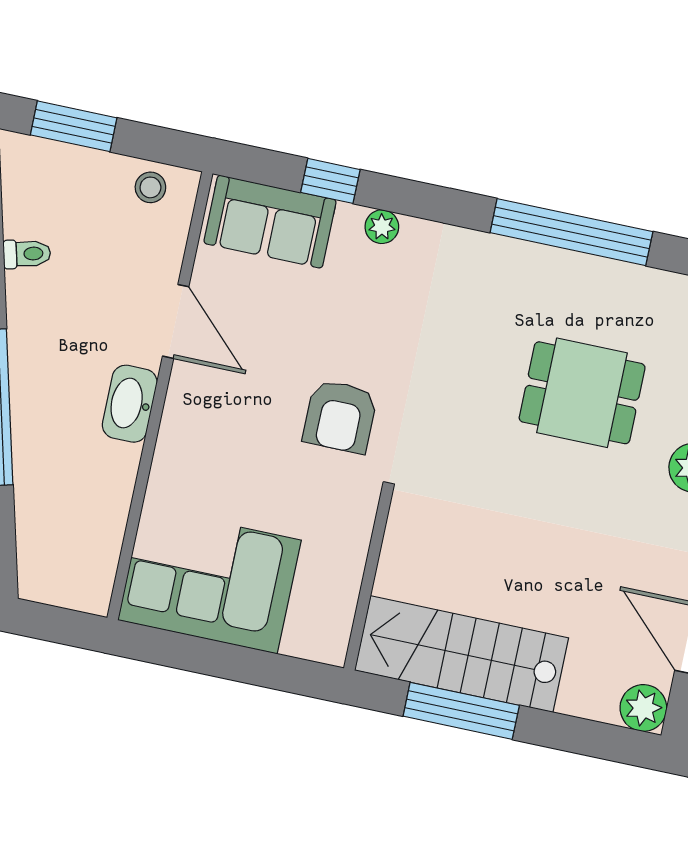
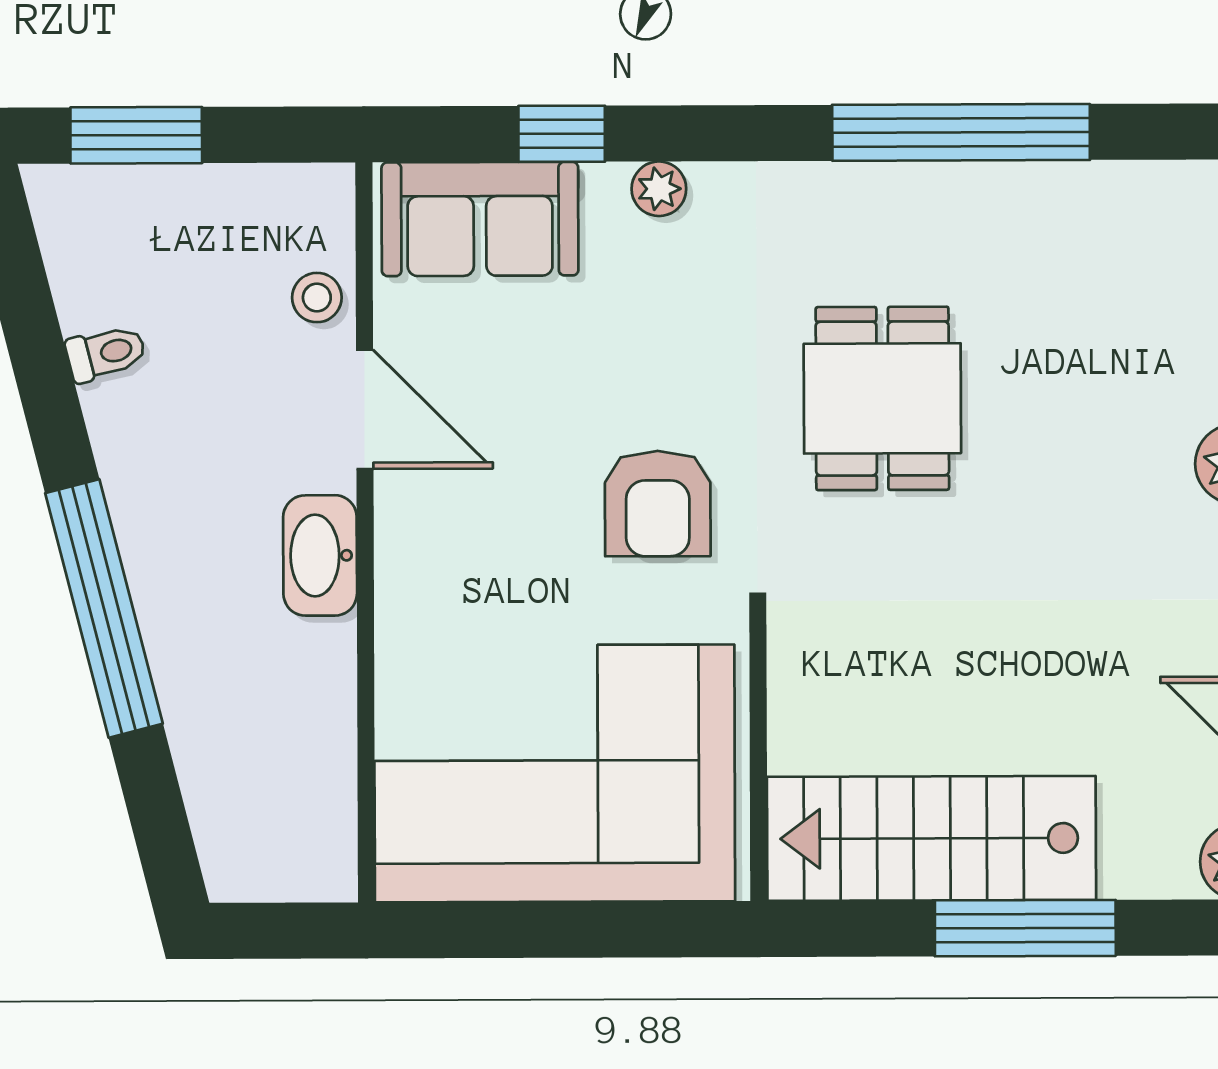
stool: (150, 187) -> (317, 298), moved
dining table: (582, 393) -> (882, 398), moved, turned 90
corner sofa: (209, 580) -> (555, 773), width x1.36, depth x1.36
window: (461, 711) -> (1025, 928), moved

